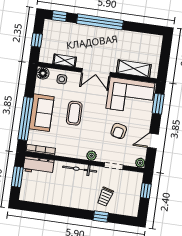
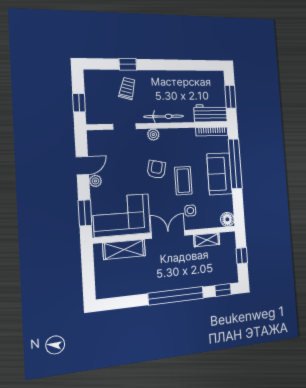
side table: (62, 79) -> (190, 211), moved
armchair: (119, 131) -> (156, 169), moved
plant: (140, 163) -> (95, 181), moved

